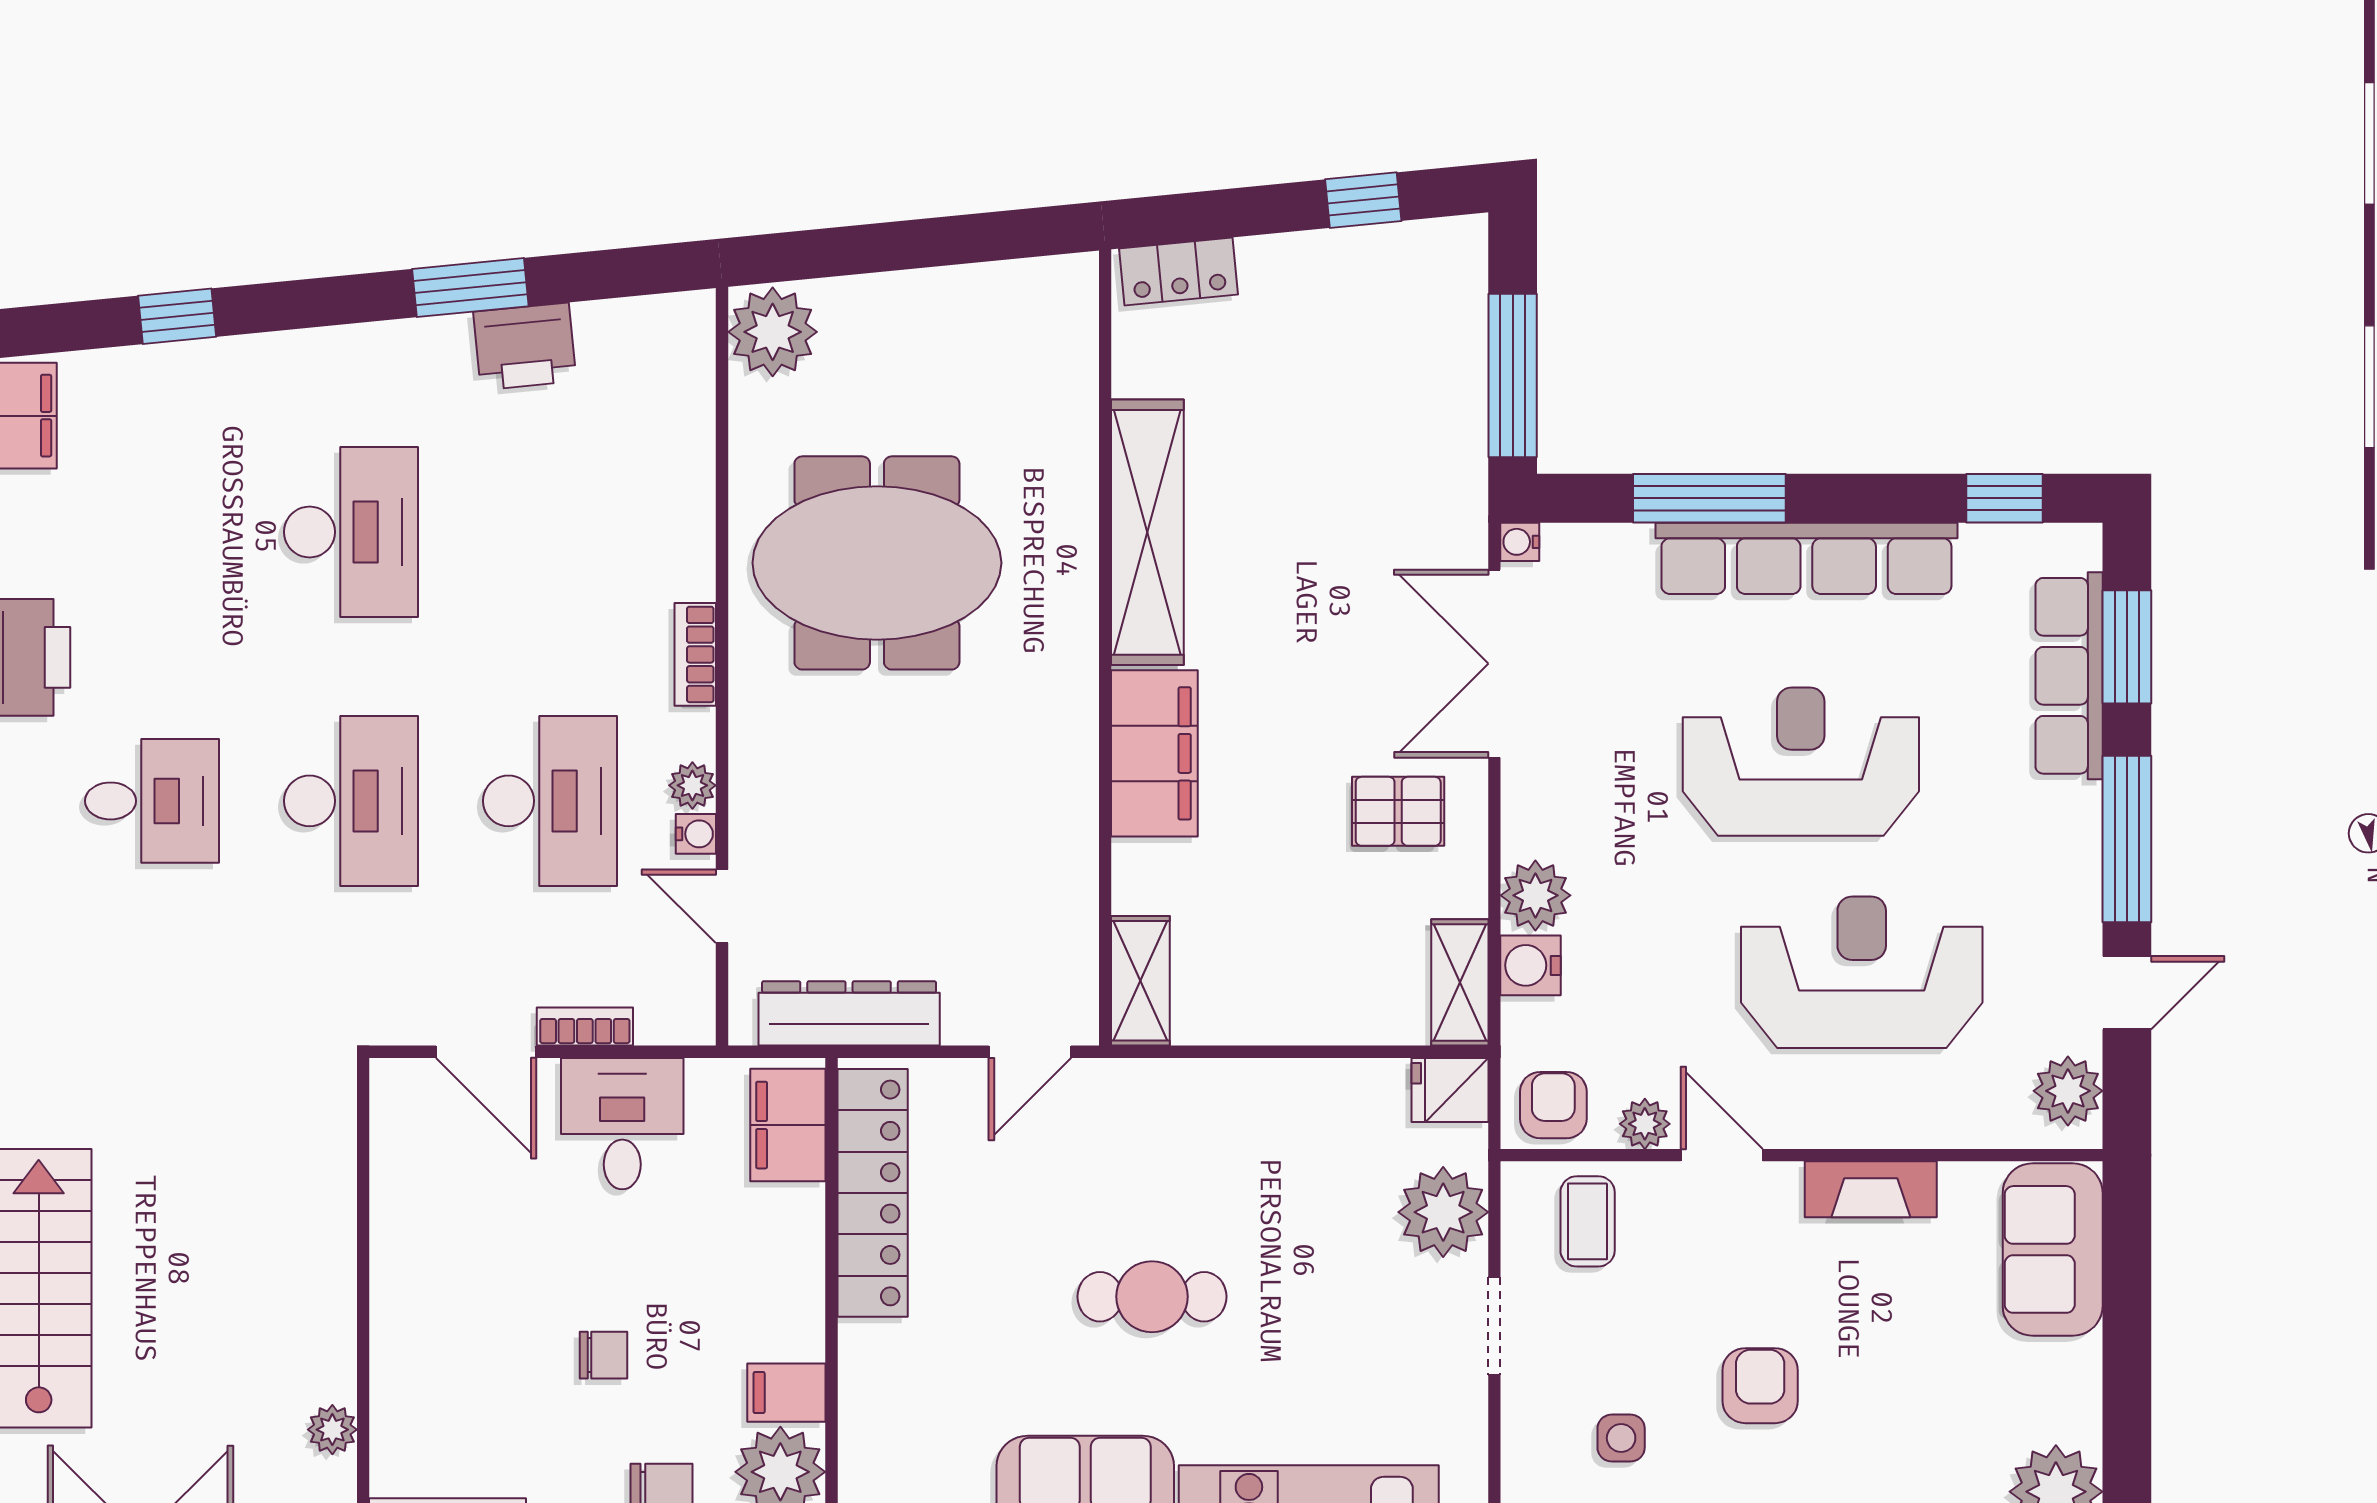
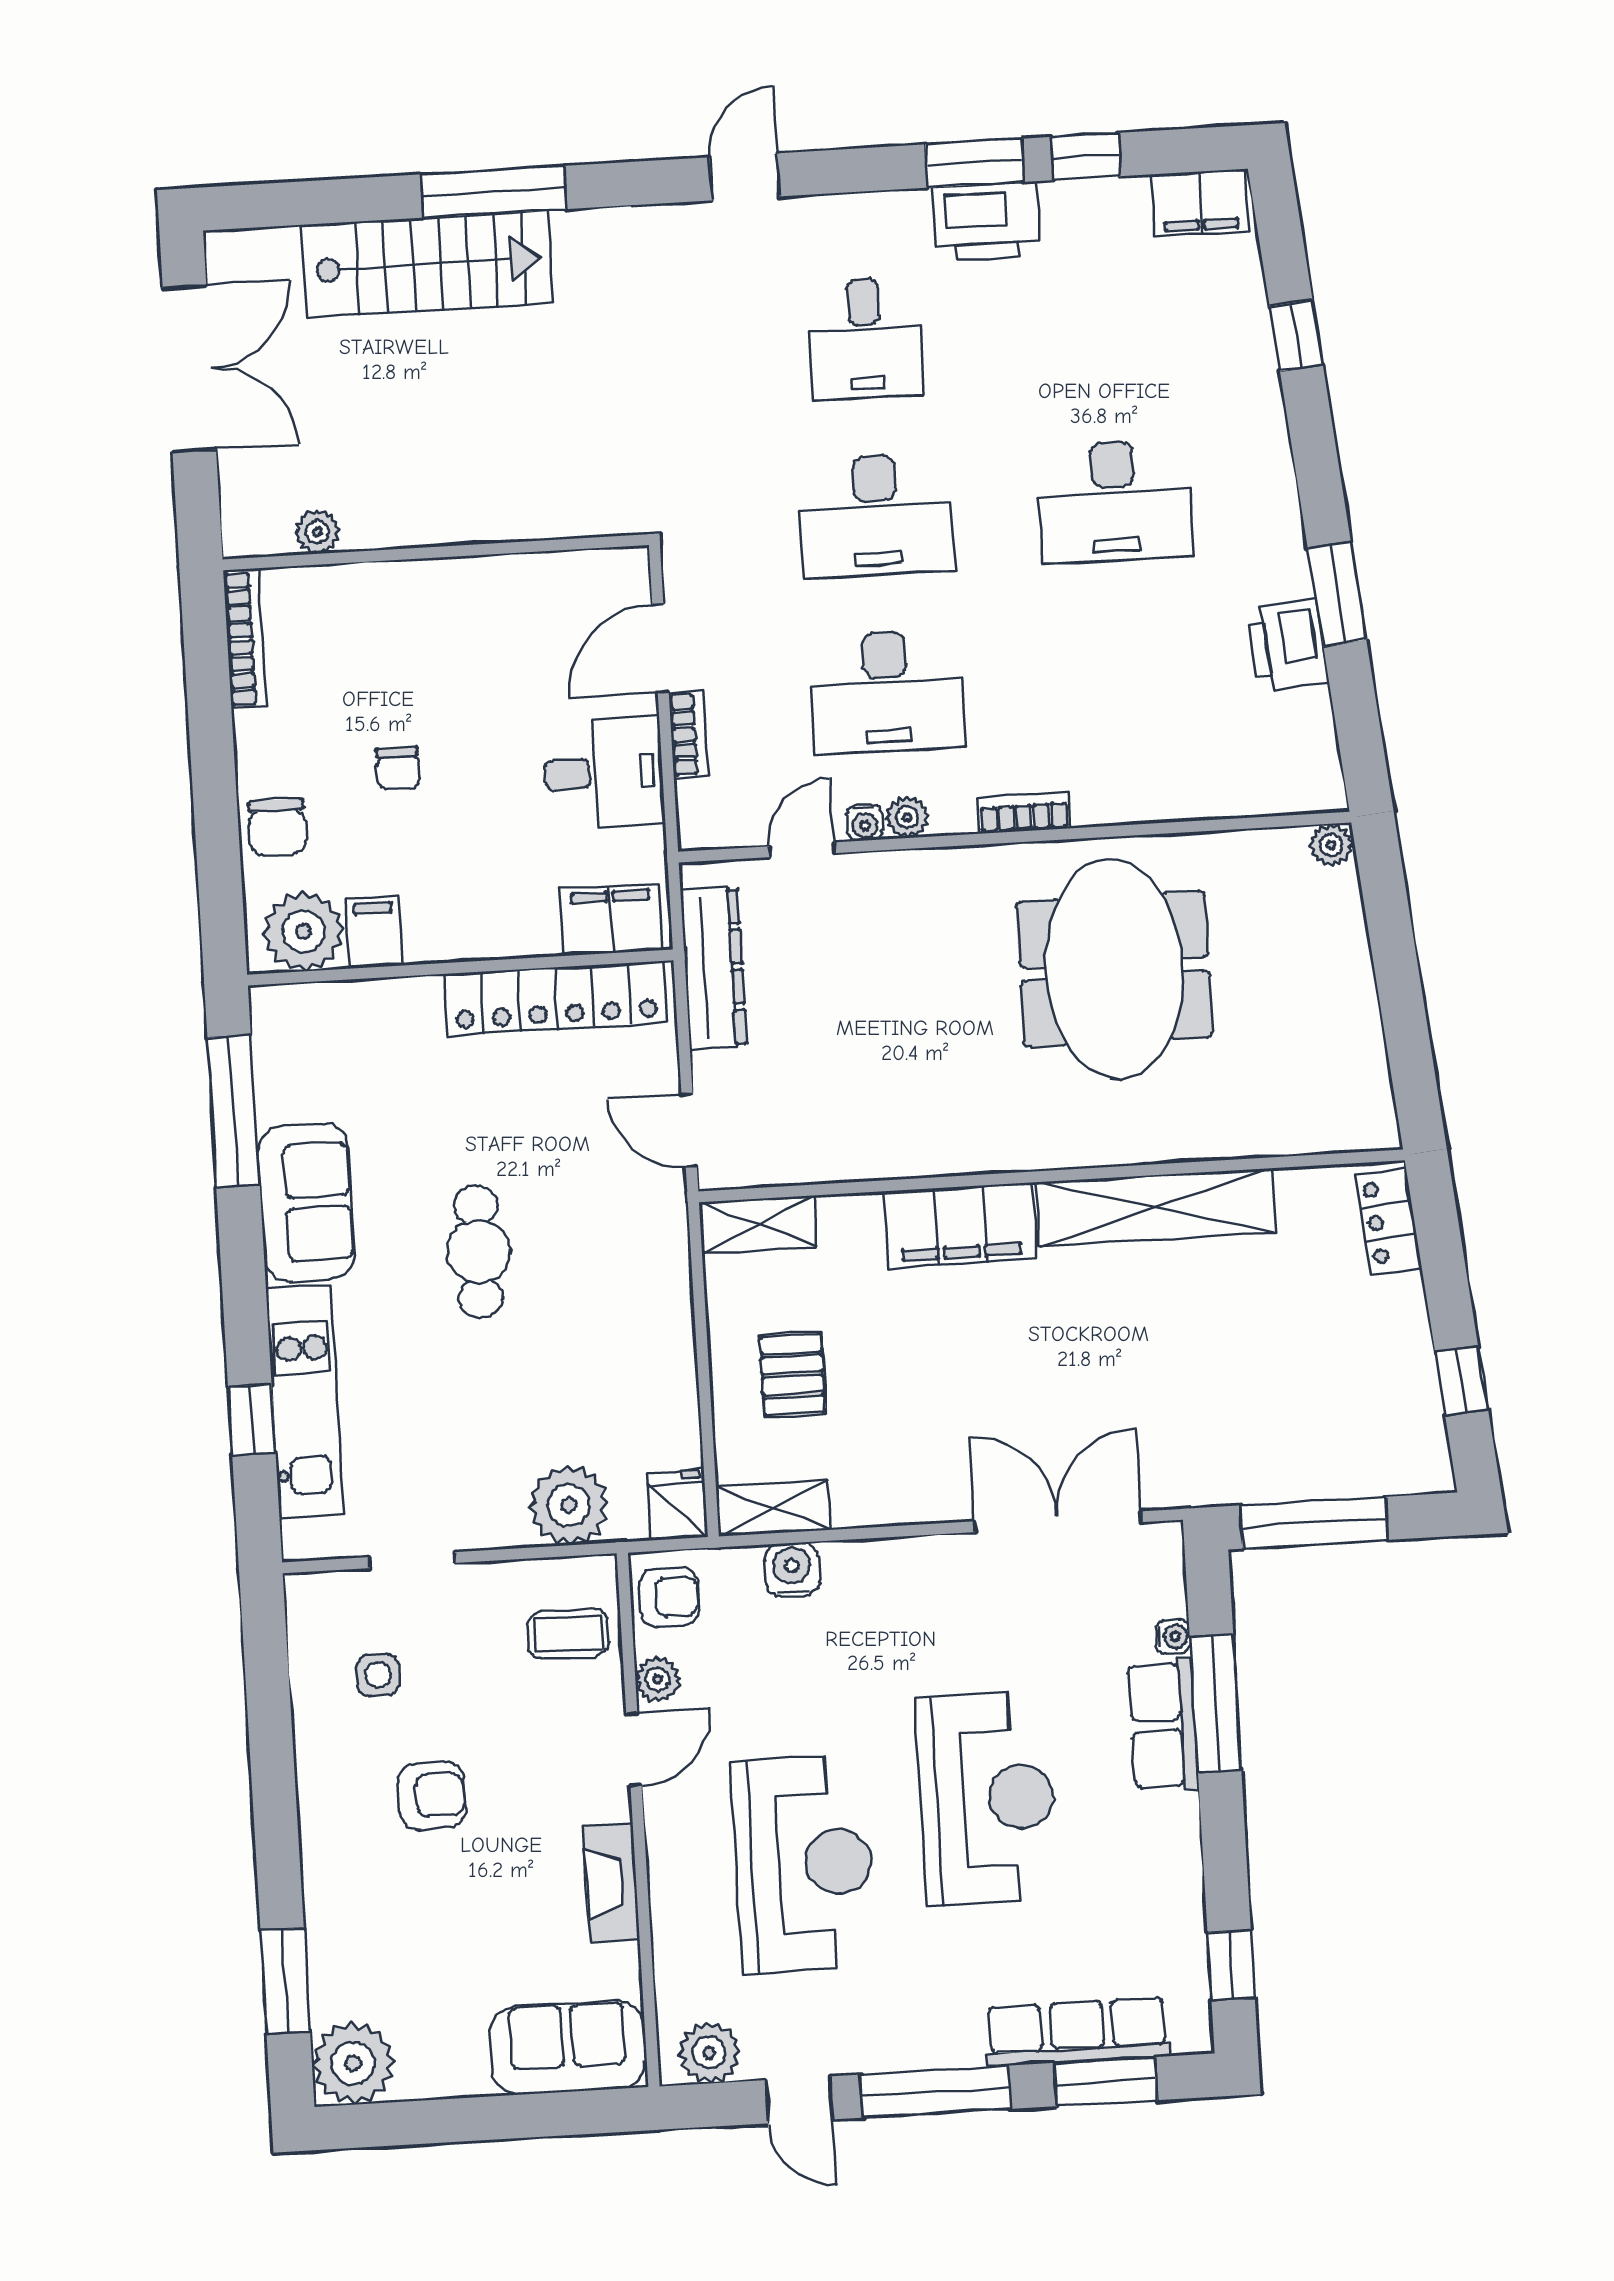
plant: (773, 332) -> (1331, 845), width x0.53, depth x0.53
water cooler: (1520, 542) -> (1173, 1637), moved, turned 90
row of seats: (1806, 558) -> (1163, 1725), width x0.50
pallet: (1398, 811) -> (792, 1375), moved
plant: (1535, 895) -> (854, 1570), removed
doorway: (1494, 1326) -> (412, 1560), moved

